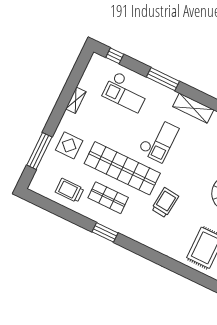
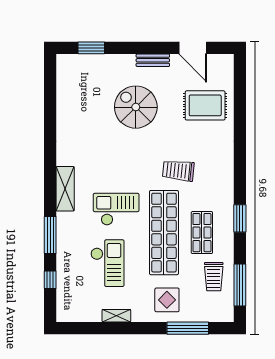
window: (115, 56) -> (50, 280), moved
checkout: (126, 92) -> (107, 263), moved
window: (53, 207) -> (240, 285), added

